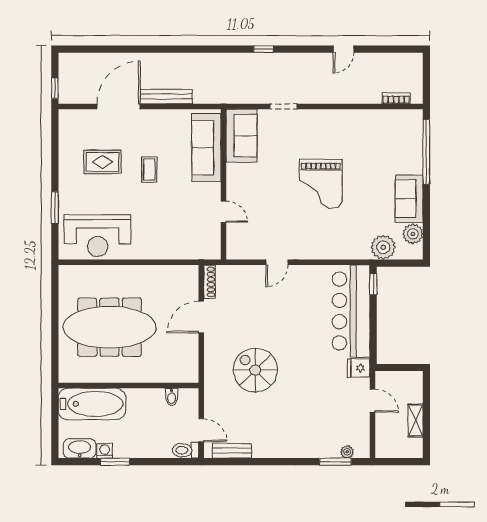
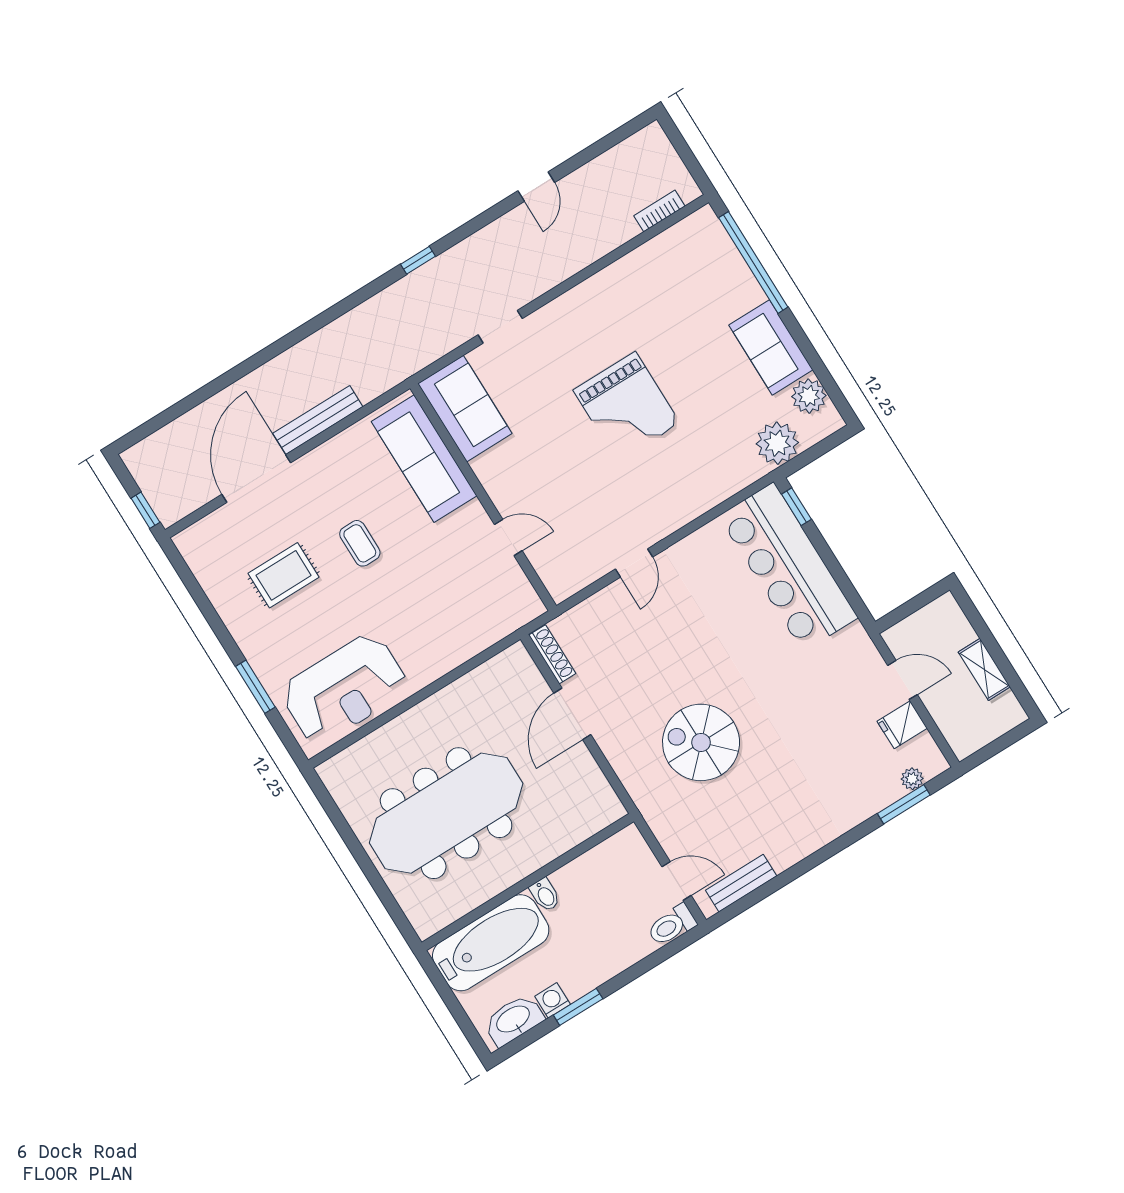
fridge: (359, 368) -> (902, 725), moved
bidet: (172, 397) -> (545, 895), moved

